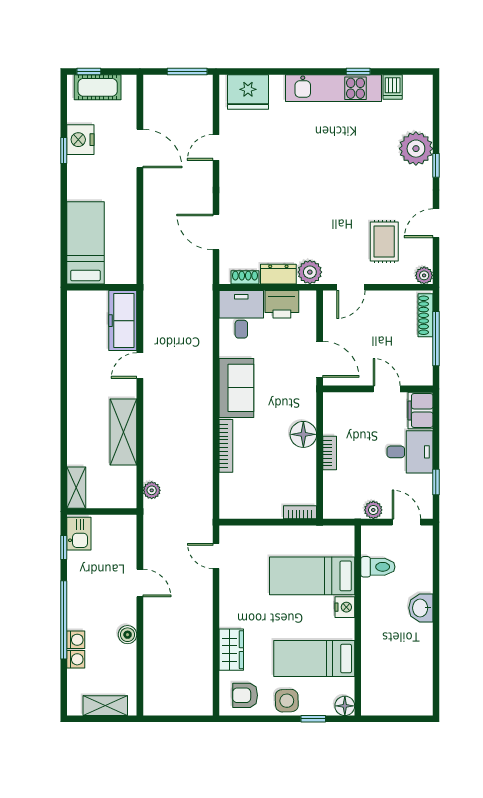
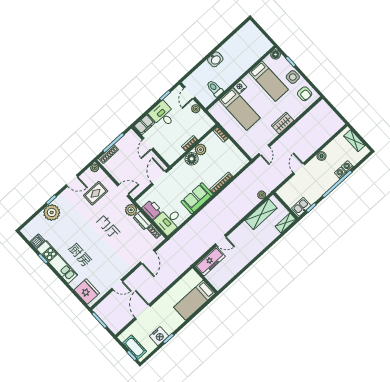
shelving: (123, 432) -> (261, 214), moved
plant: (305, 461) -> (201, 150), added
wardrobe: (231, 650) -> (283, 123), moved

